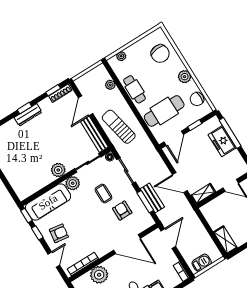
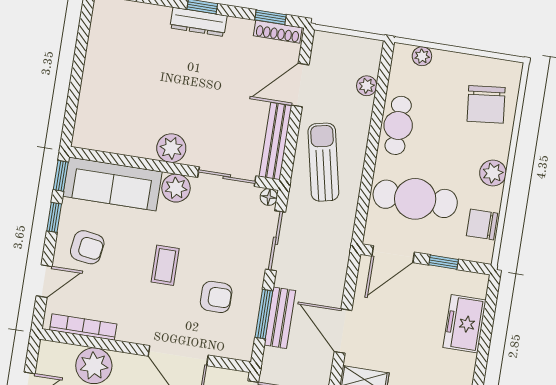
window: (230, 133) -> (488, 322), removed
coffee table: (103, 193) -> (165, 265), moved
armchair: (122, 211) -> (216, 297), turned 90

